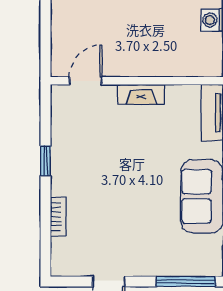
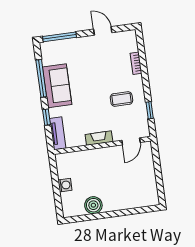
coffee table: (92, 158) -> (121, 99), added
window: (46, 161) -> (150, 110), moved

